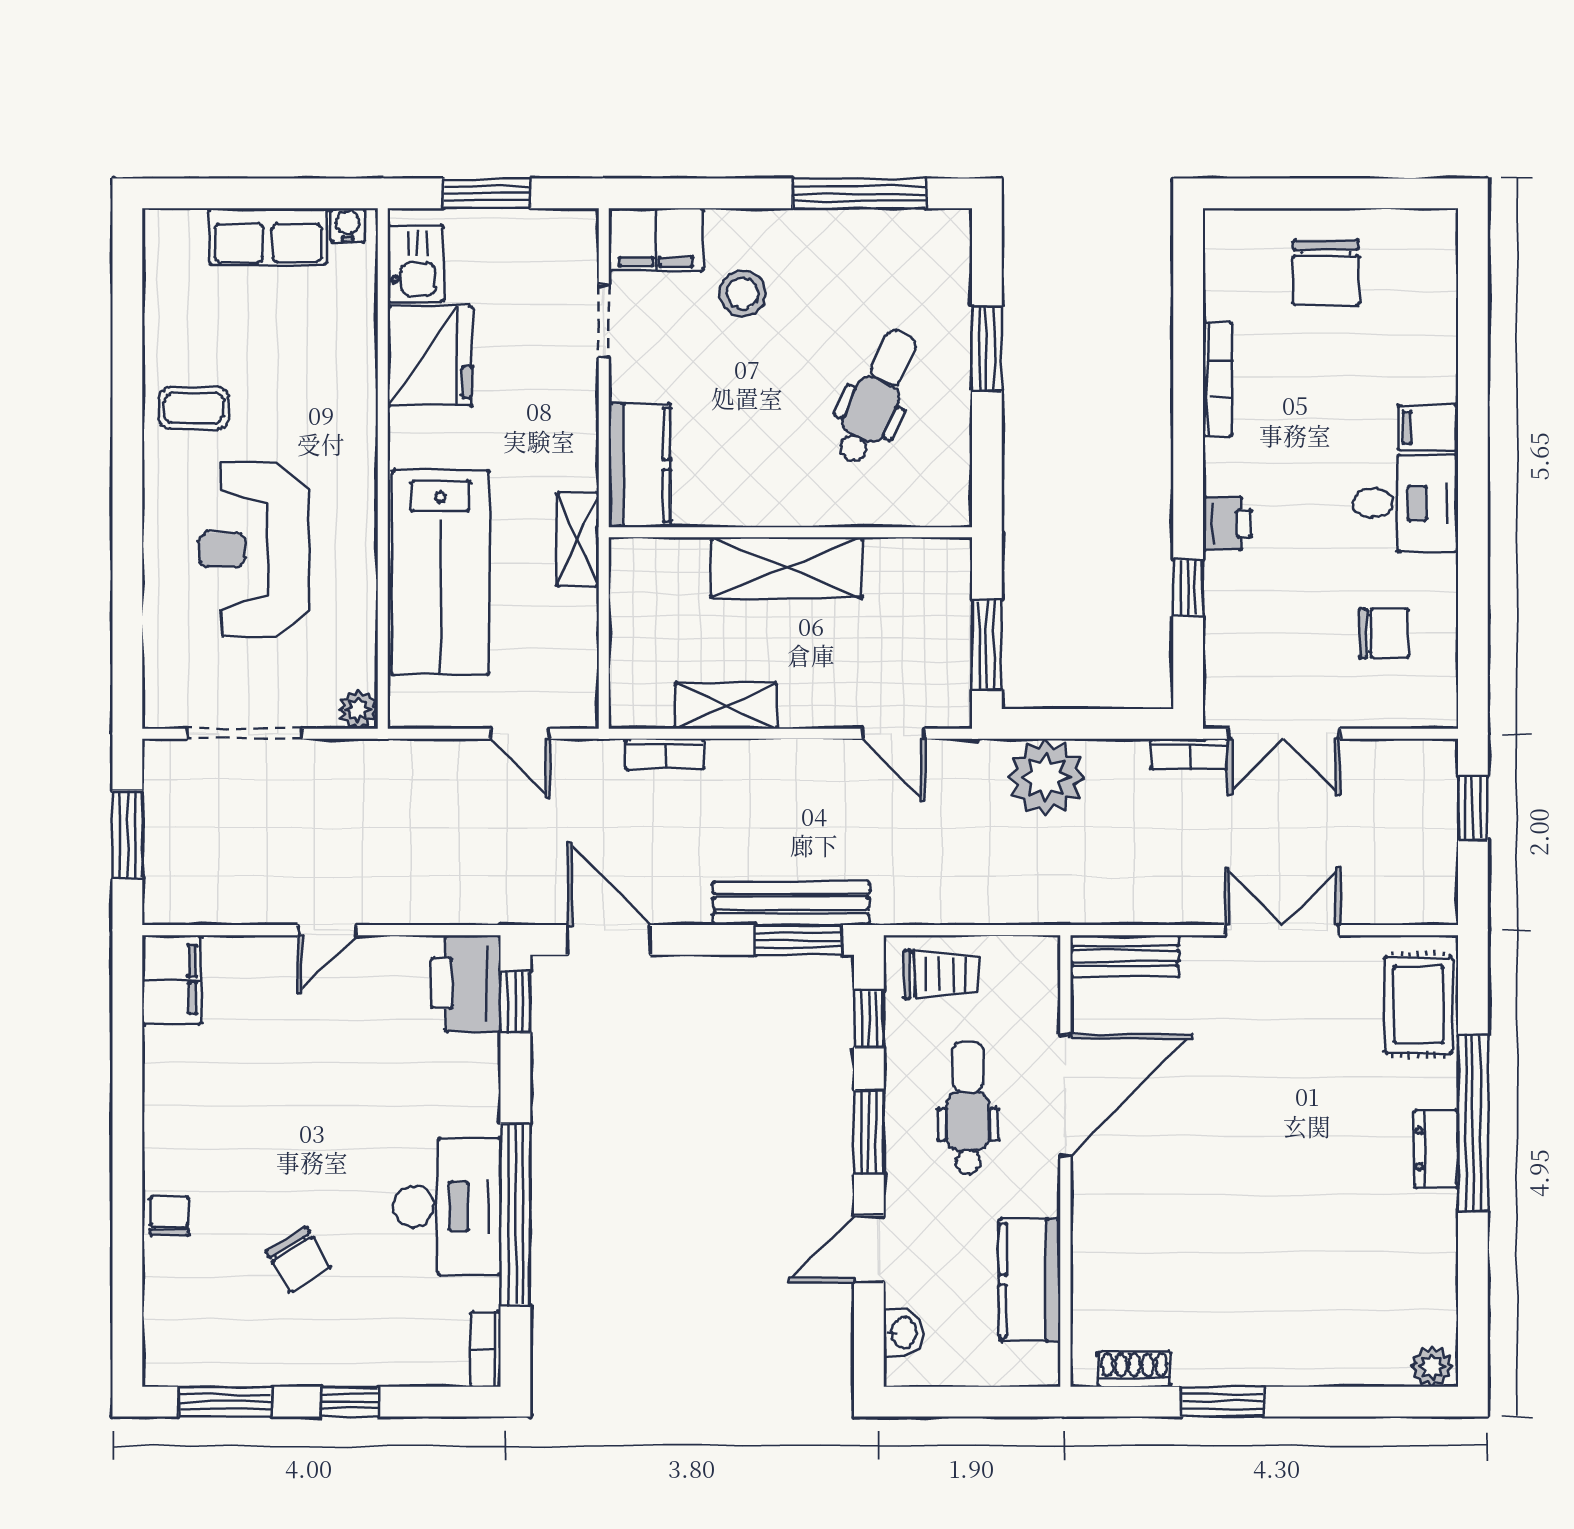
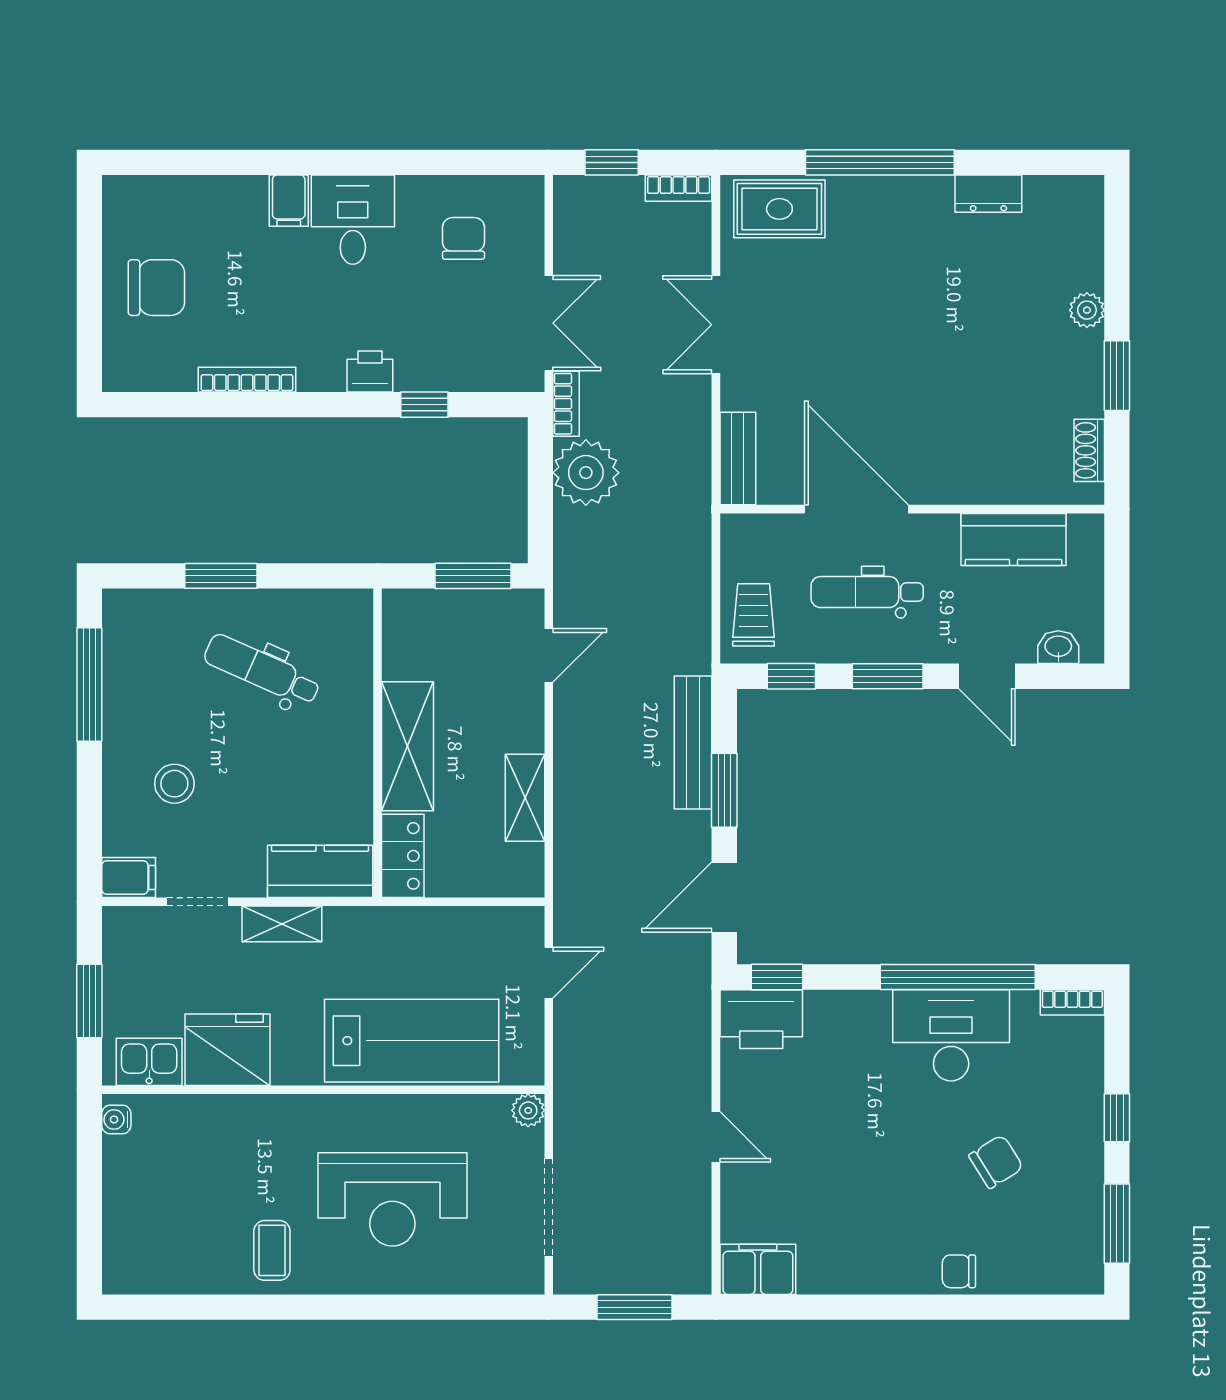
row of seats: (268, 236) -> (126, 1187), removed
filing cabinet: (656, 240) -> (129, 878), width x0.50
shelving: (578, 539) -> (282, 924), moved
locker: (658, 562) -> (403, 856), added
bookcase: (665, 754) -> (679, 188), moved, turned 90
plant: (1046, 777) -> (586, 473), moved
window: (798, 940) -> (724, 790), moved
dresser: (1436, 1149) -> (988, 194), moved
plant: (1432, 1366) -> (1087, 310), moved

